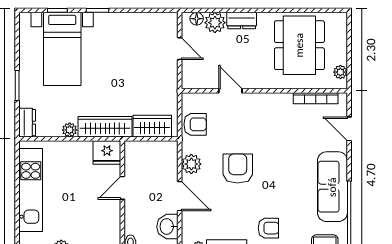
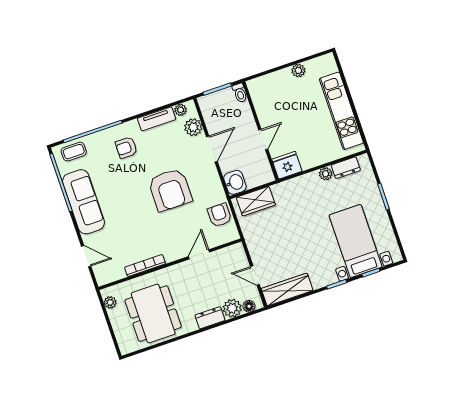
door: (230, 91) -> (199, 254), swing flipped
bookcase: (316, 98) -> (145, 265), moved
dresser: (27, 123) -> (346, 168), moved, turned -90
armchair: (195, 124) -> (220, 215), turned 90
wardrobe: (105, 127) -> (287, 290), moved, turned 180
plant: (191, 164) -> (193, 127), moved
armchair: (238, 168) -> (170, 190), width x1.36, depth x1.36
door: (180, 196) -> (212, 149), swing flipped
washbasin: (167, 227) -> (235, 182), moved

